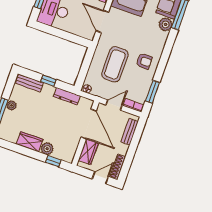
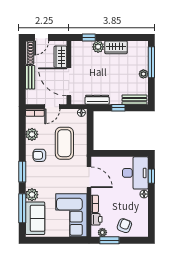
plant: (144, 85) -> (32, 134), added
window: (152, 92) -> (22, 172), moved
bench: (130, 132) -> (30, 77), moved

